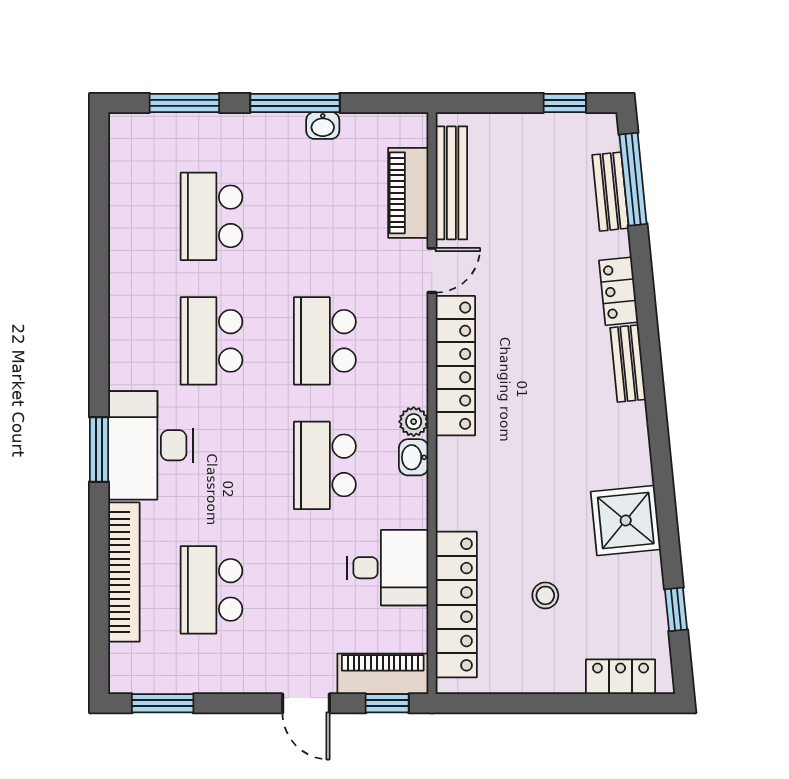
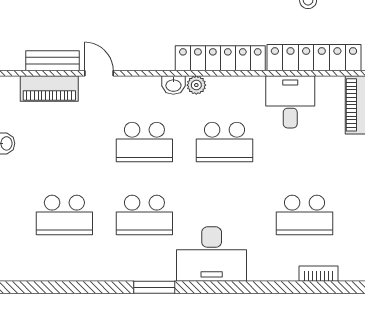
bench: (451, 183) -> (53, 61), width x0.73
locker: (455, 366) -> (220, 58), moved
window: (99, 449) -> (154, 287), moved
washbasin: (414, 457) -> (173, 85), moved
bookcase: (124, 572) -> (318, 274), width x0.43, depth x0.76

